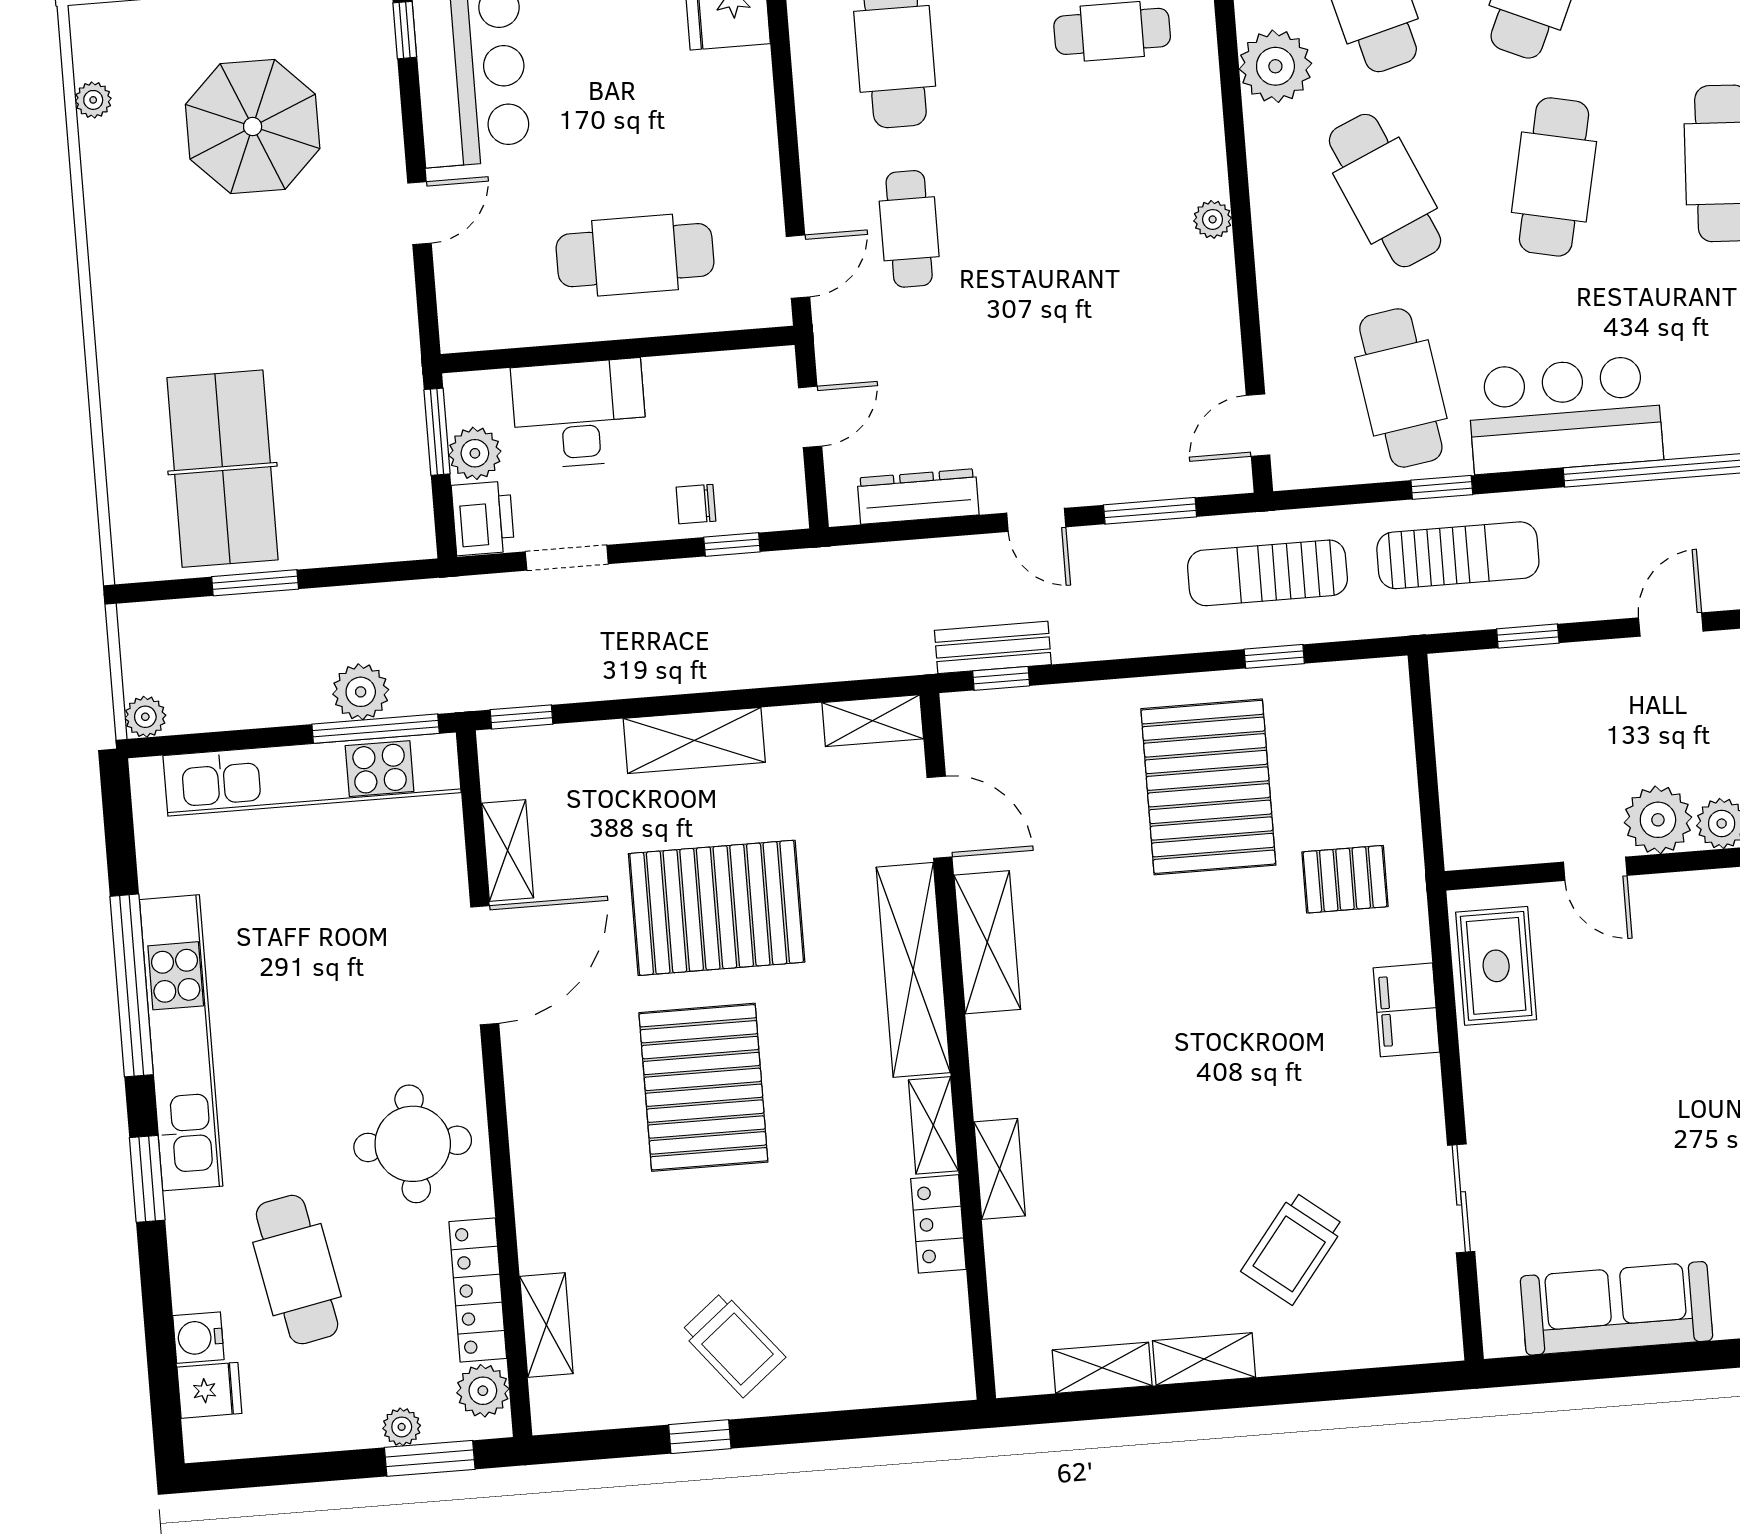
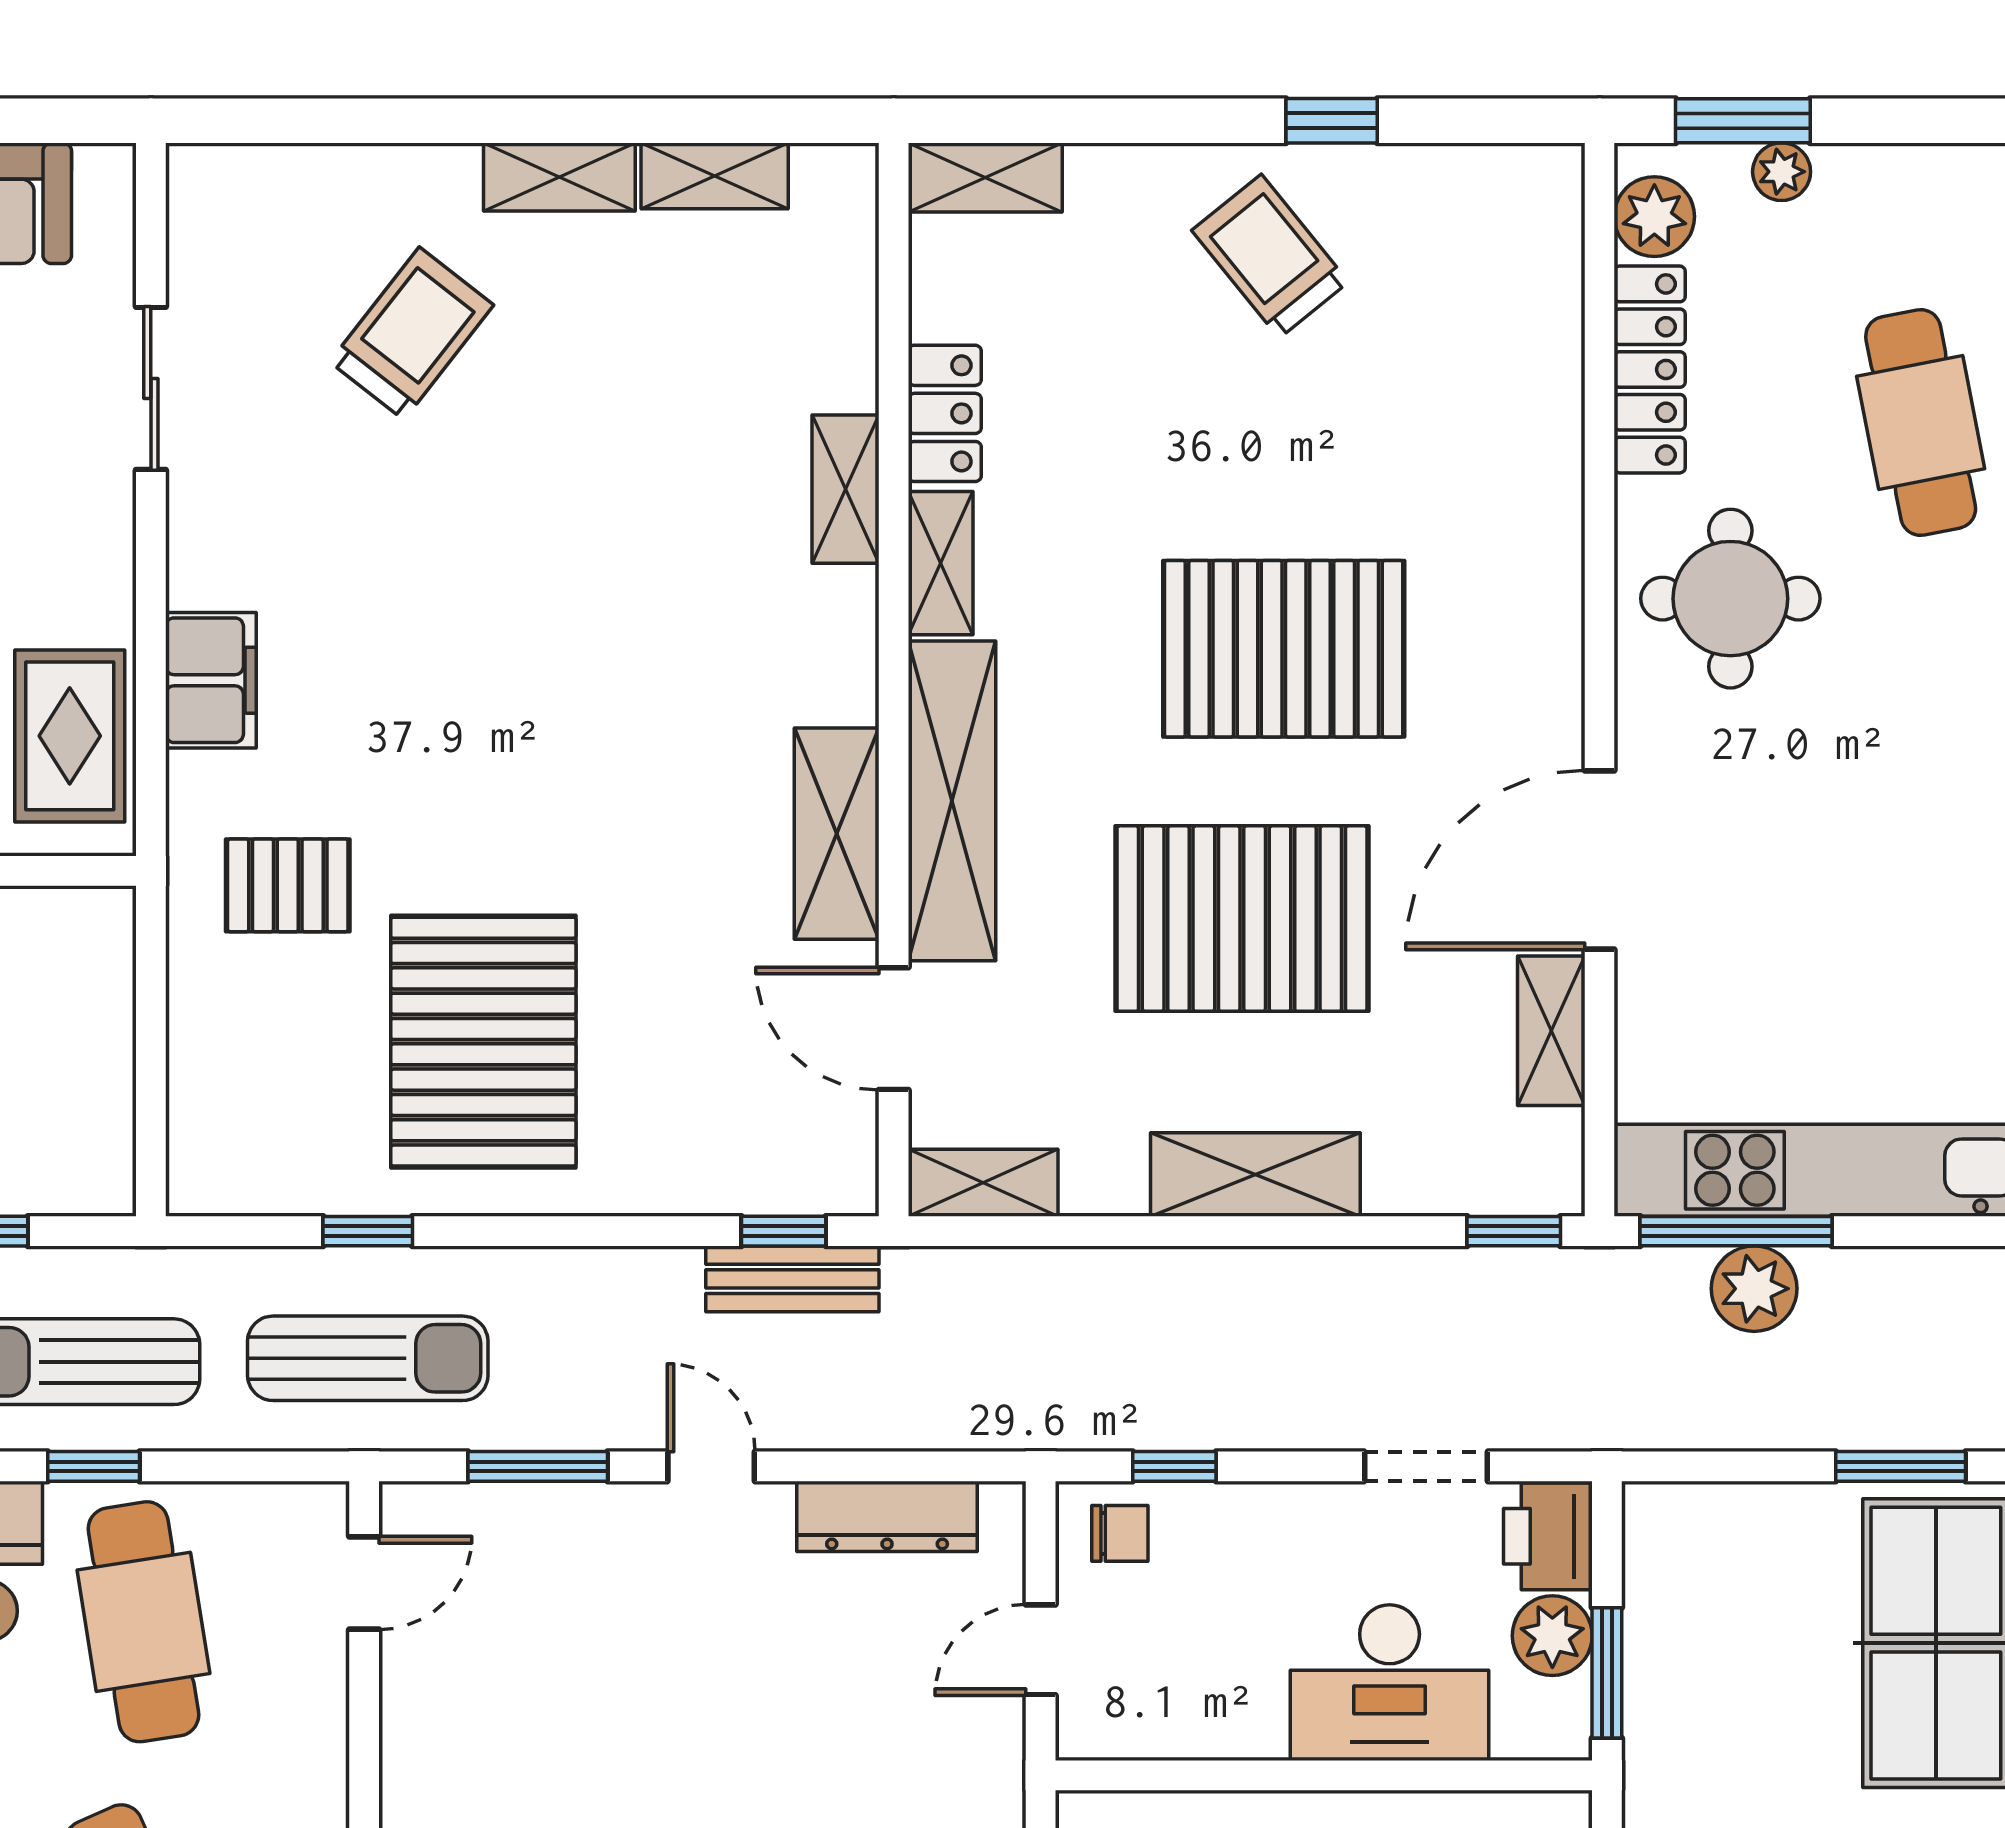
chair: (696, 504) -> (1120, 1533), moved
pallet: (703, 1087) -> (1284, 649), turned 90
shelving: (546, 1325) -> (985, 177), moved, turned 90

